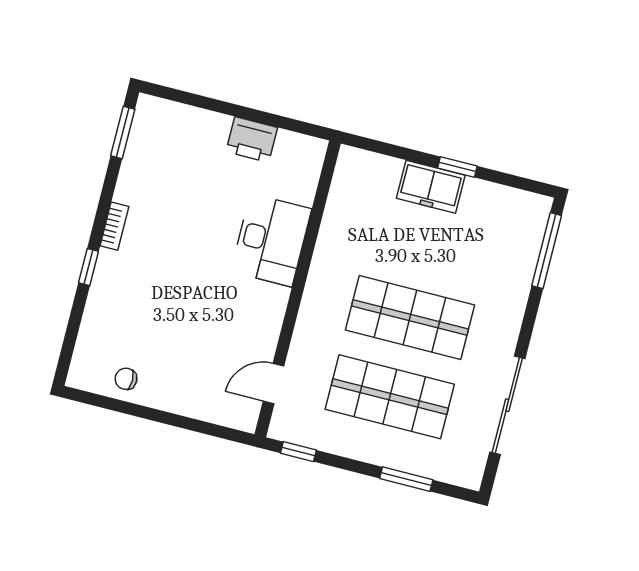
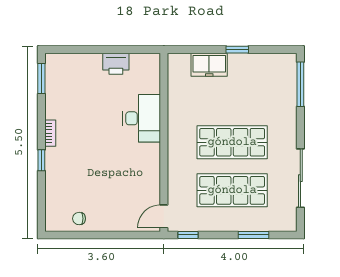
freezer: (431, 187) -> (209, 65), moved
door: (274, 384) -> (164, 216), moved

